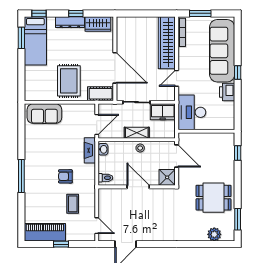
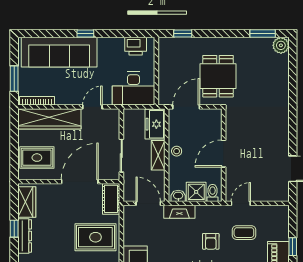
rug: (135, 32) -> (37, 158), added
door: (177, 78) -> (92, 107), swing flipped
printer: (227, 92) -> (136, 46), moved
freezer: (163, 112) -> (155, 124), moved, turned 180
shower: (167, 177) -> (196, 192), moved
dining table: (214, 198) -> (218, 76), moved
door: (97, 226) -> (241, 203), moved
plant: (214, 234) -> (281, 45), moved

